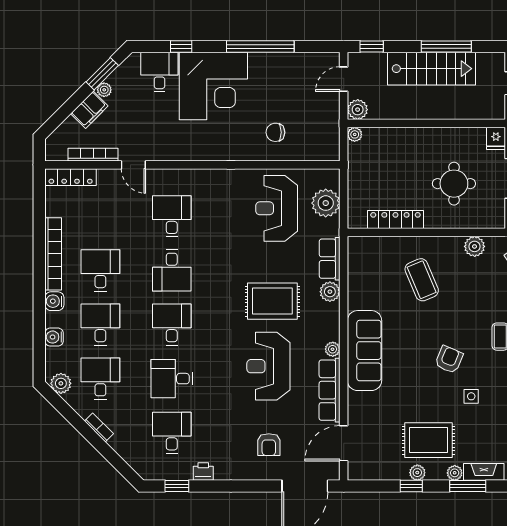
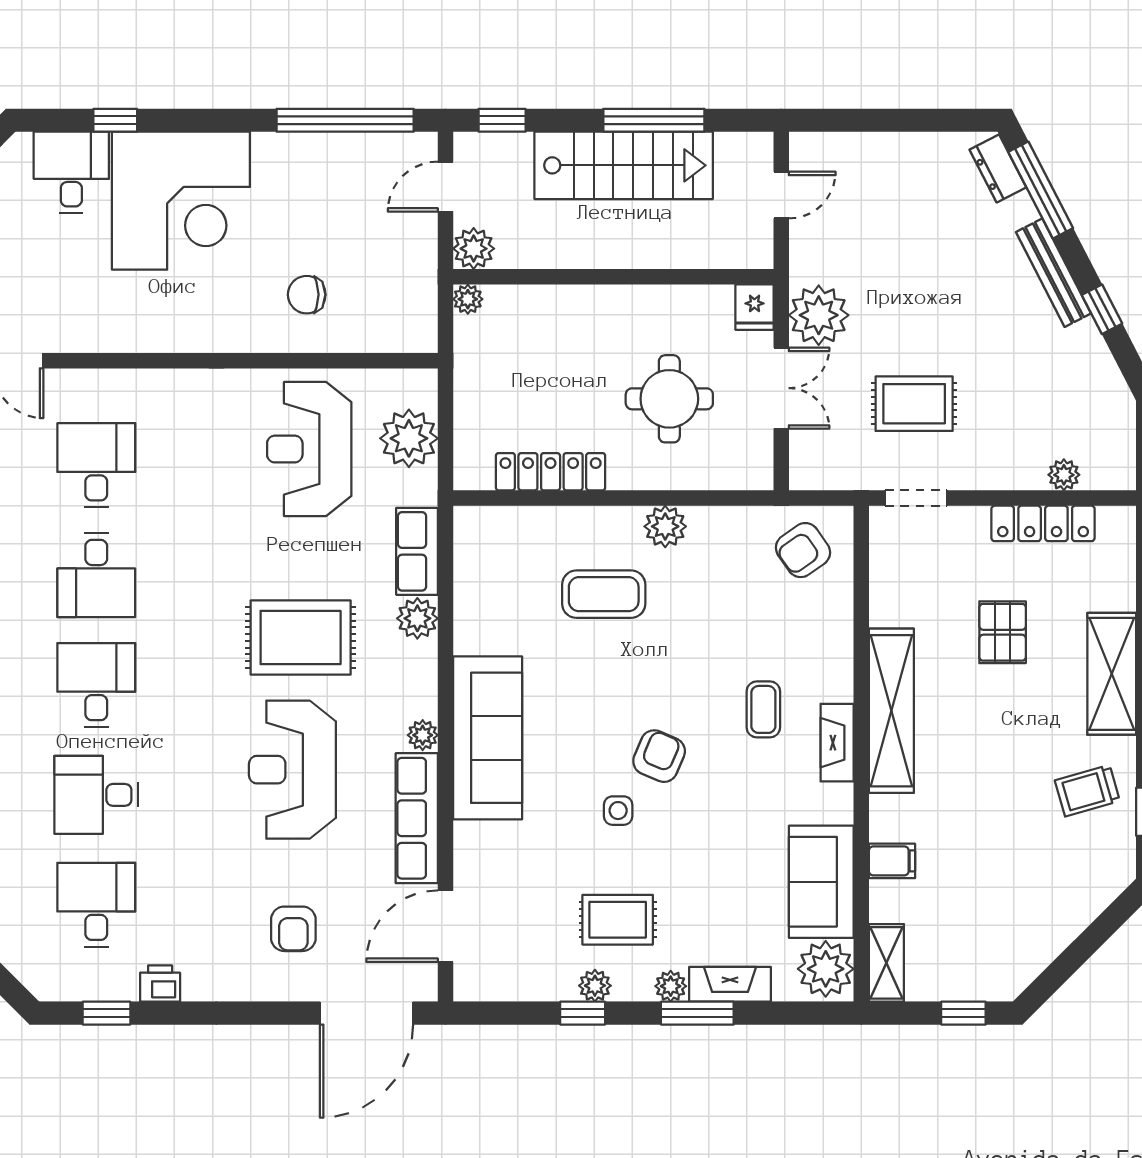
window: (260, 46) -> (345, 120), moved
plant: (475, 246) -> (665, 526), moved
coffee table: (422, 280) -> (604, 594), turned -67
side table: (471, 396) -> (618, 811), moved
rug: (429, 440) -> (618, 920), width x0.73, depth x0.70

